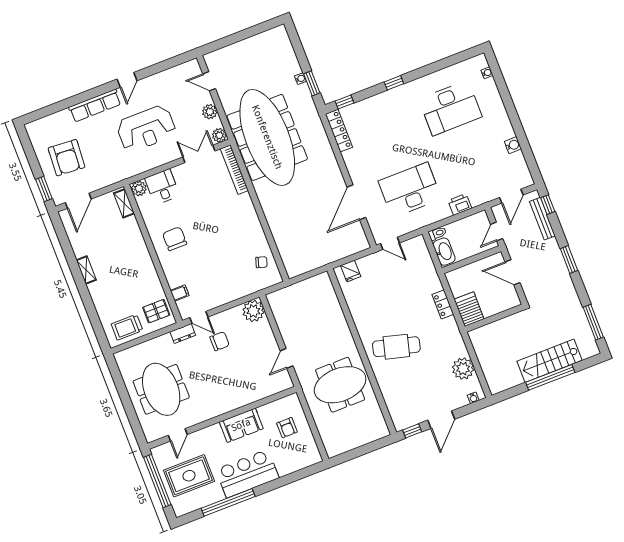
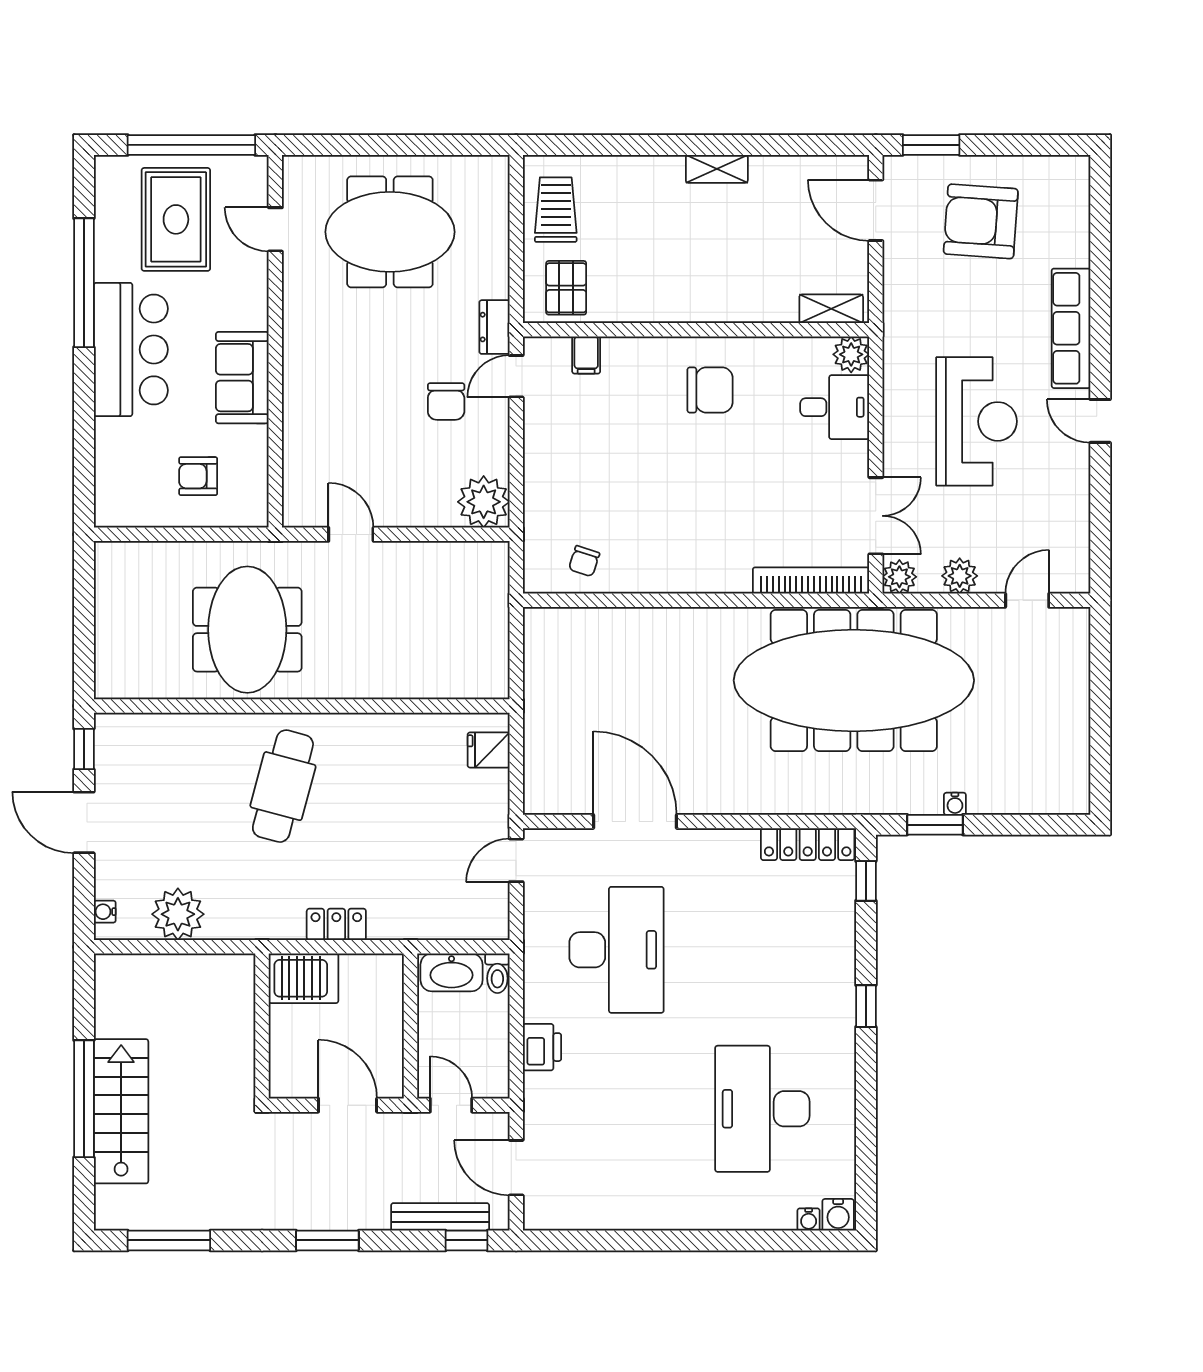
reception desk: (146, 129) -> (977, 421), turned 180
water cooler: (513, 145) -> (838, 1215), moved
door: (512, 272) -> (348, 1105), hinge flipped

